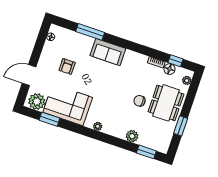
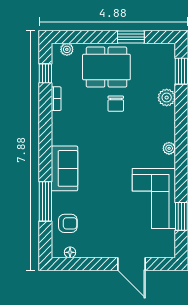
armchair: (67, 66) -> (68, 223), moved
floor lamp: (169, 69) -> (59, 78), removed
plant: (37, 102) -> (163, 242), removed

